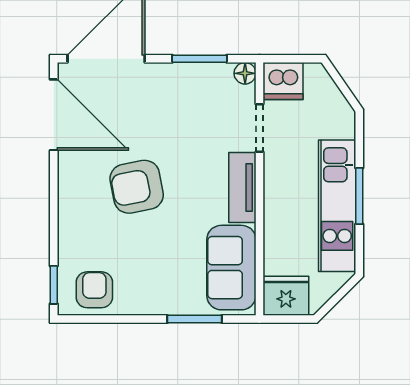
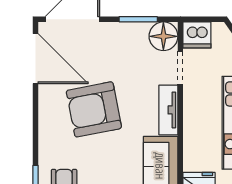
floor lamp: (245, 73) -> (163, 36), width x1.89, depth x1.89
armchair: (137, 187) -> (94, 109), width x1.36, depth x1.36

